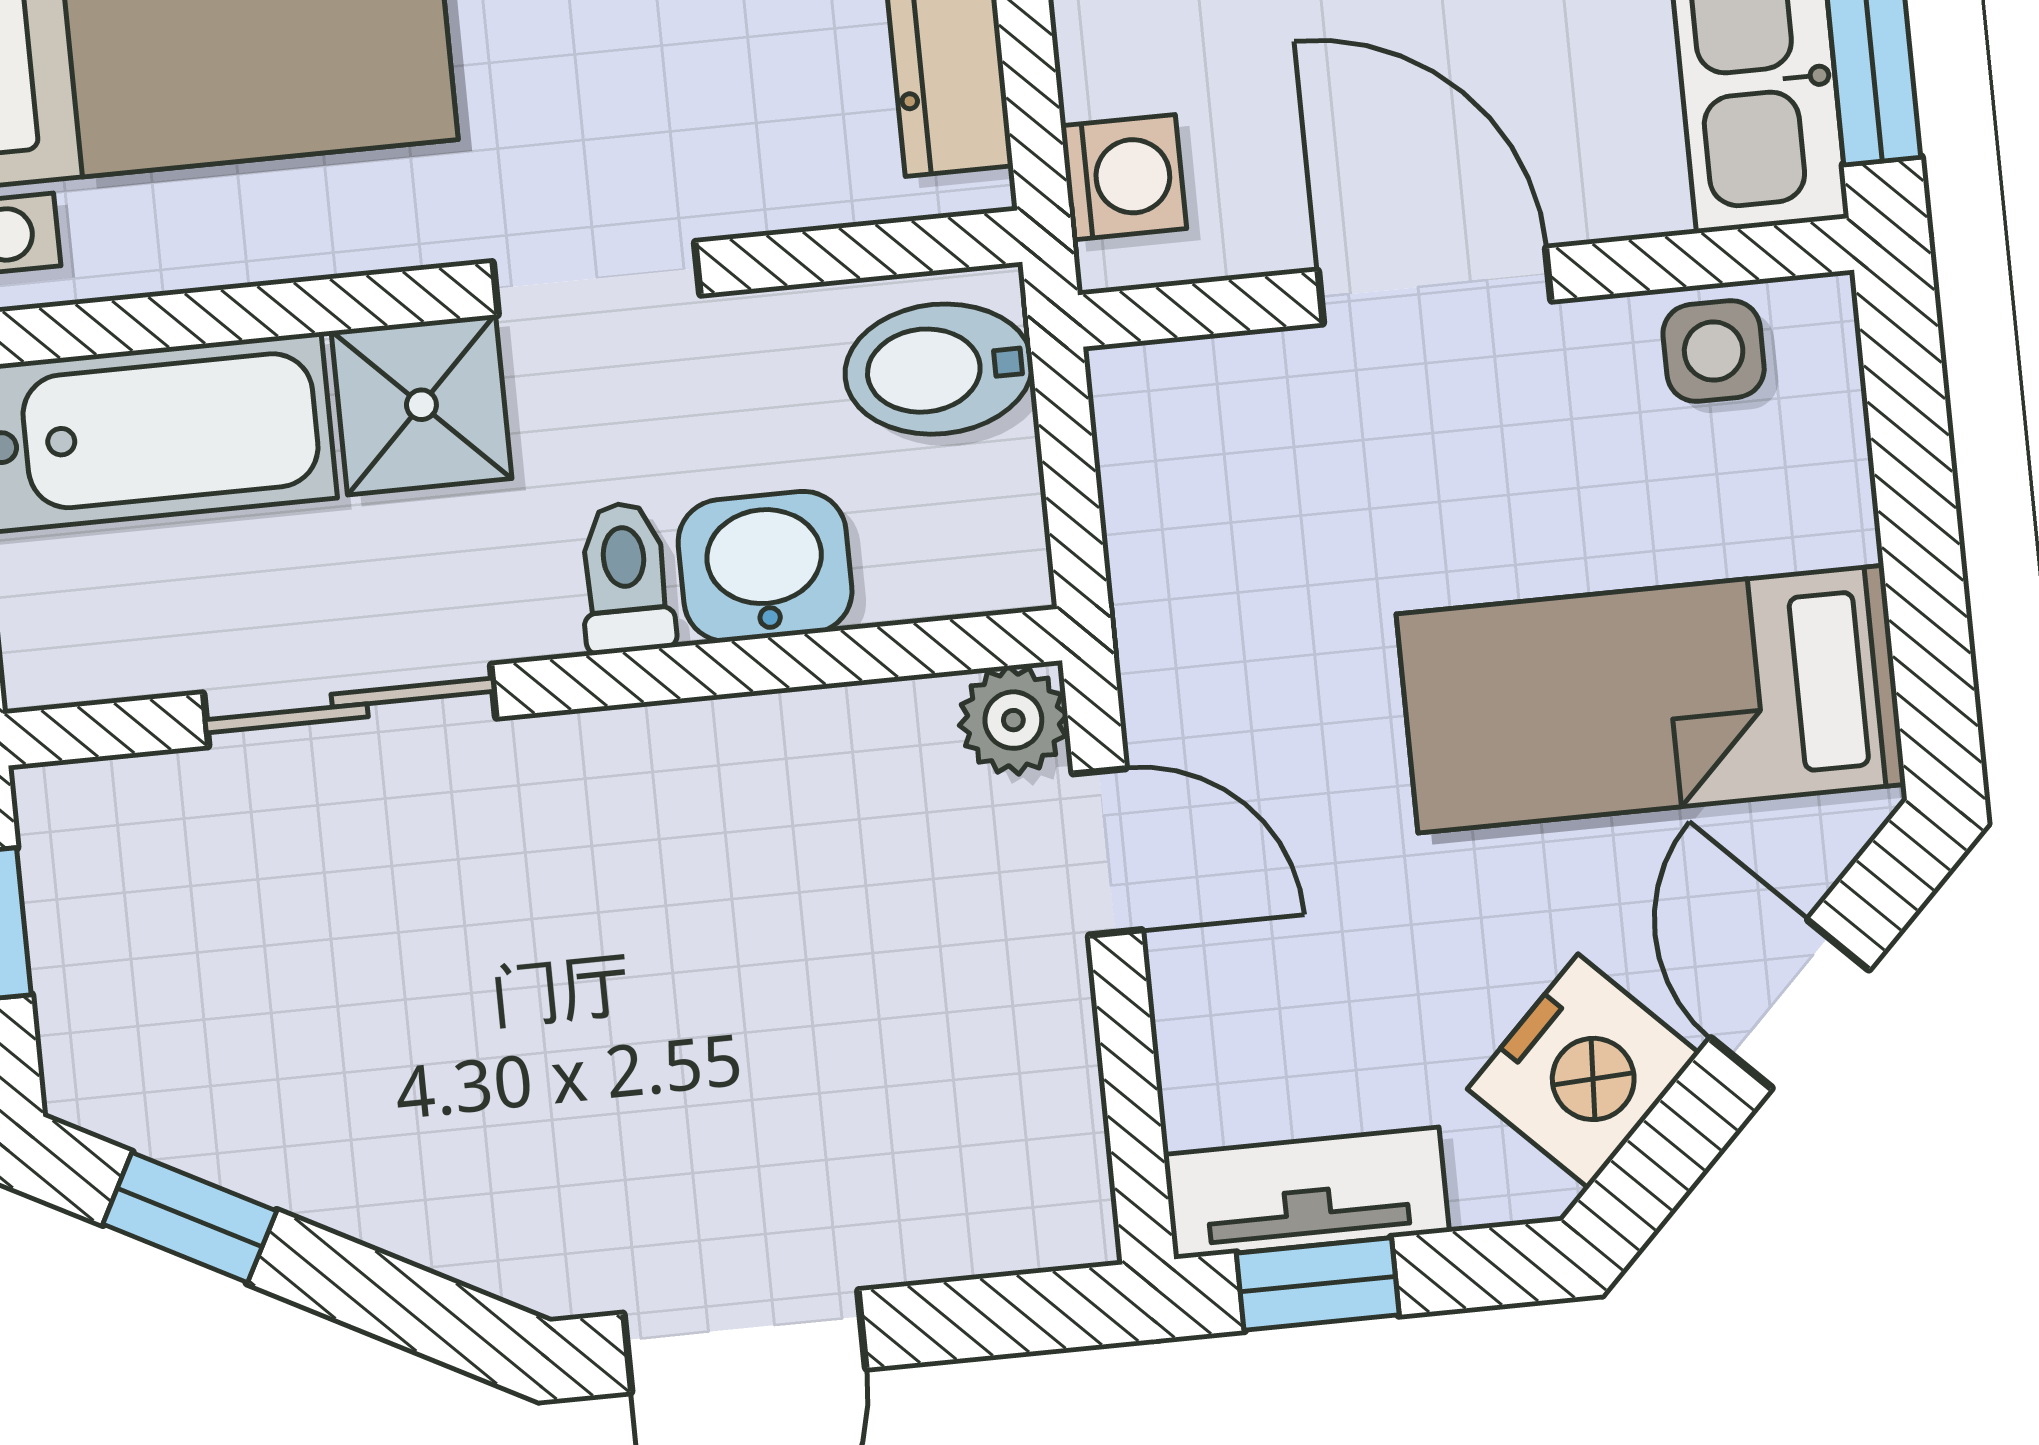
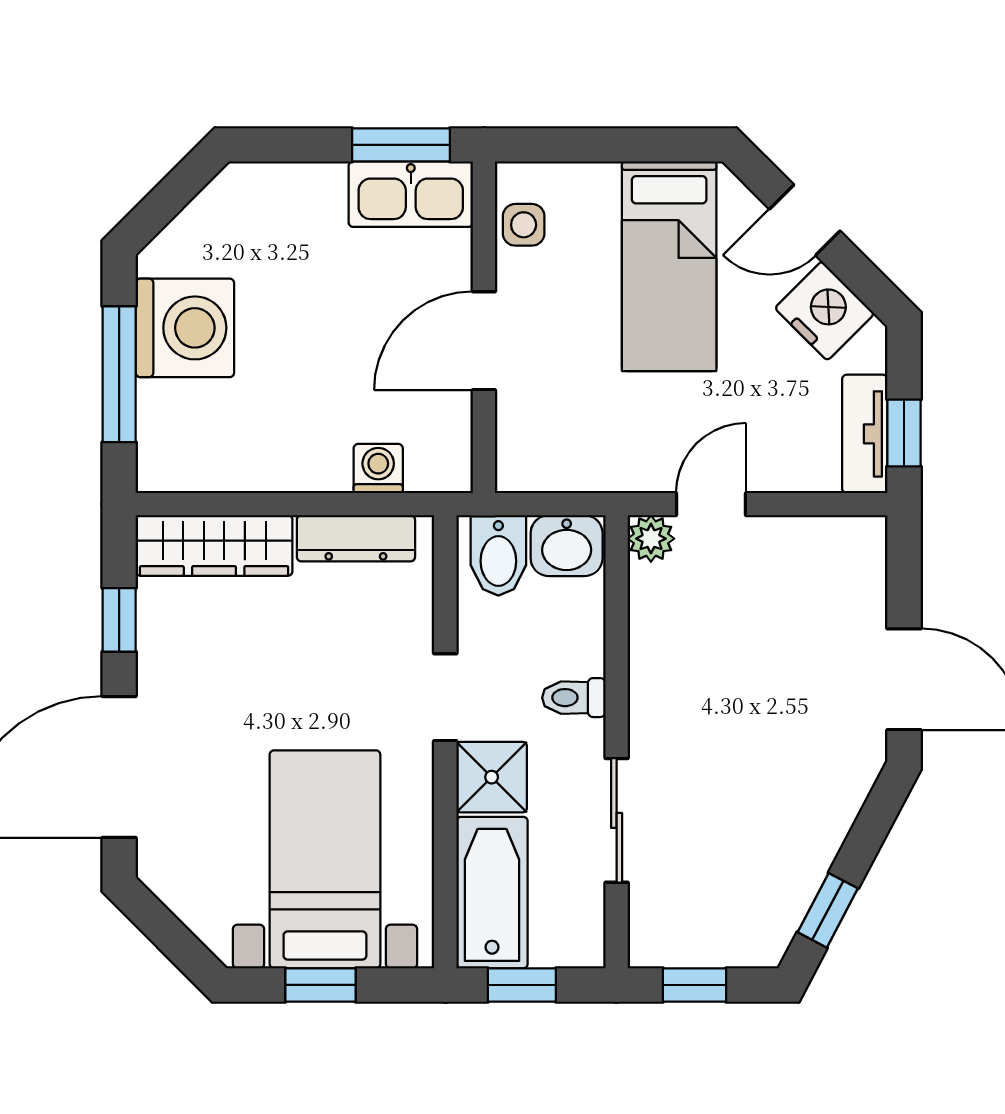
washing machine: (1124, 177) -> (378, 469), moved
washbasin: (765, 566) -> (567, 546), moved, turned -90

